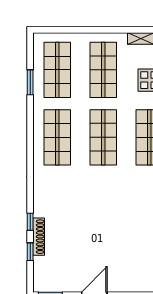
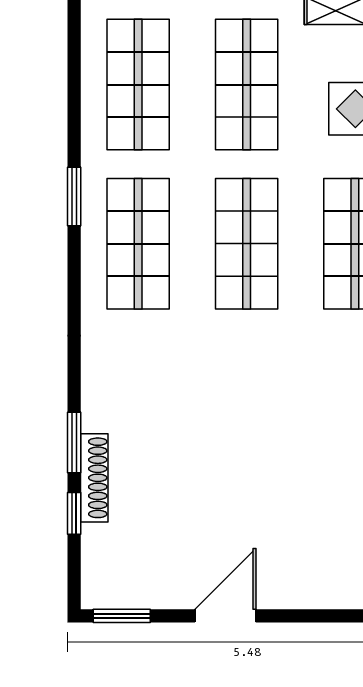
window: (30, 82) -> (74, 197), moved
window: (30, 222) -> (74, 443), width x1.50

